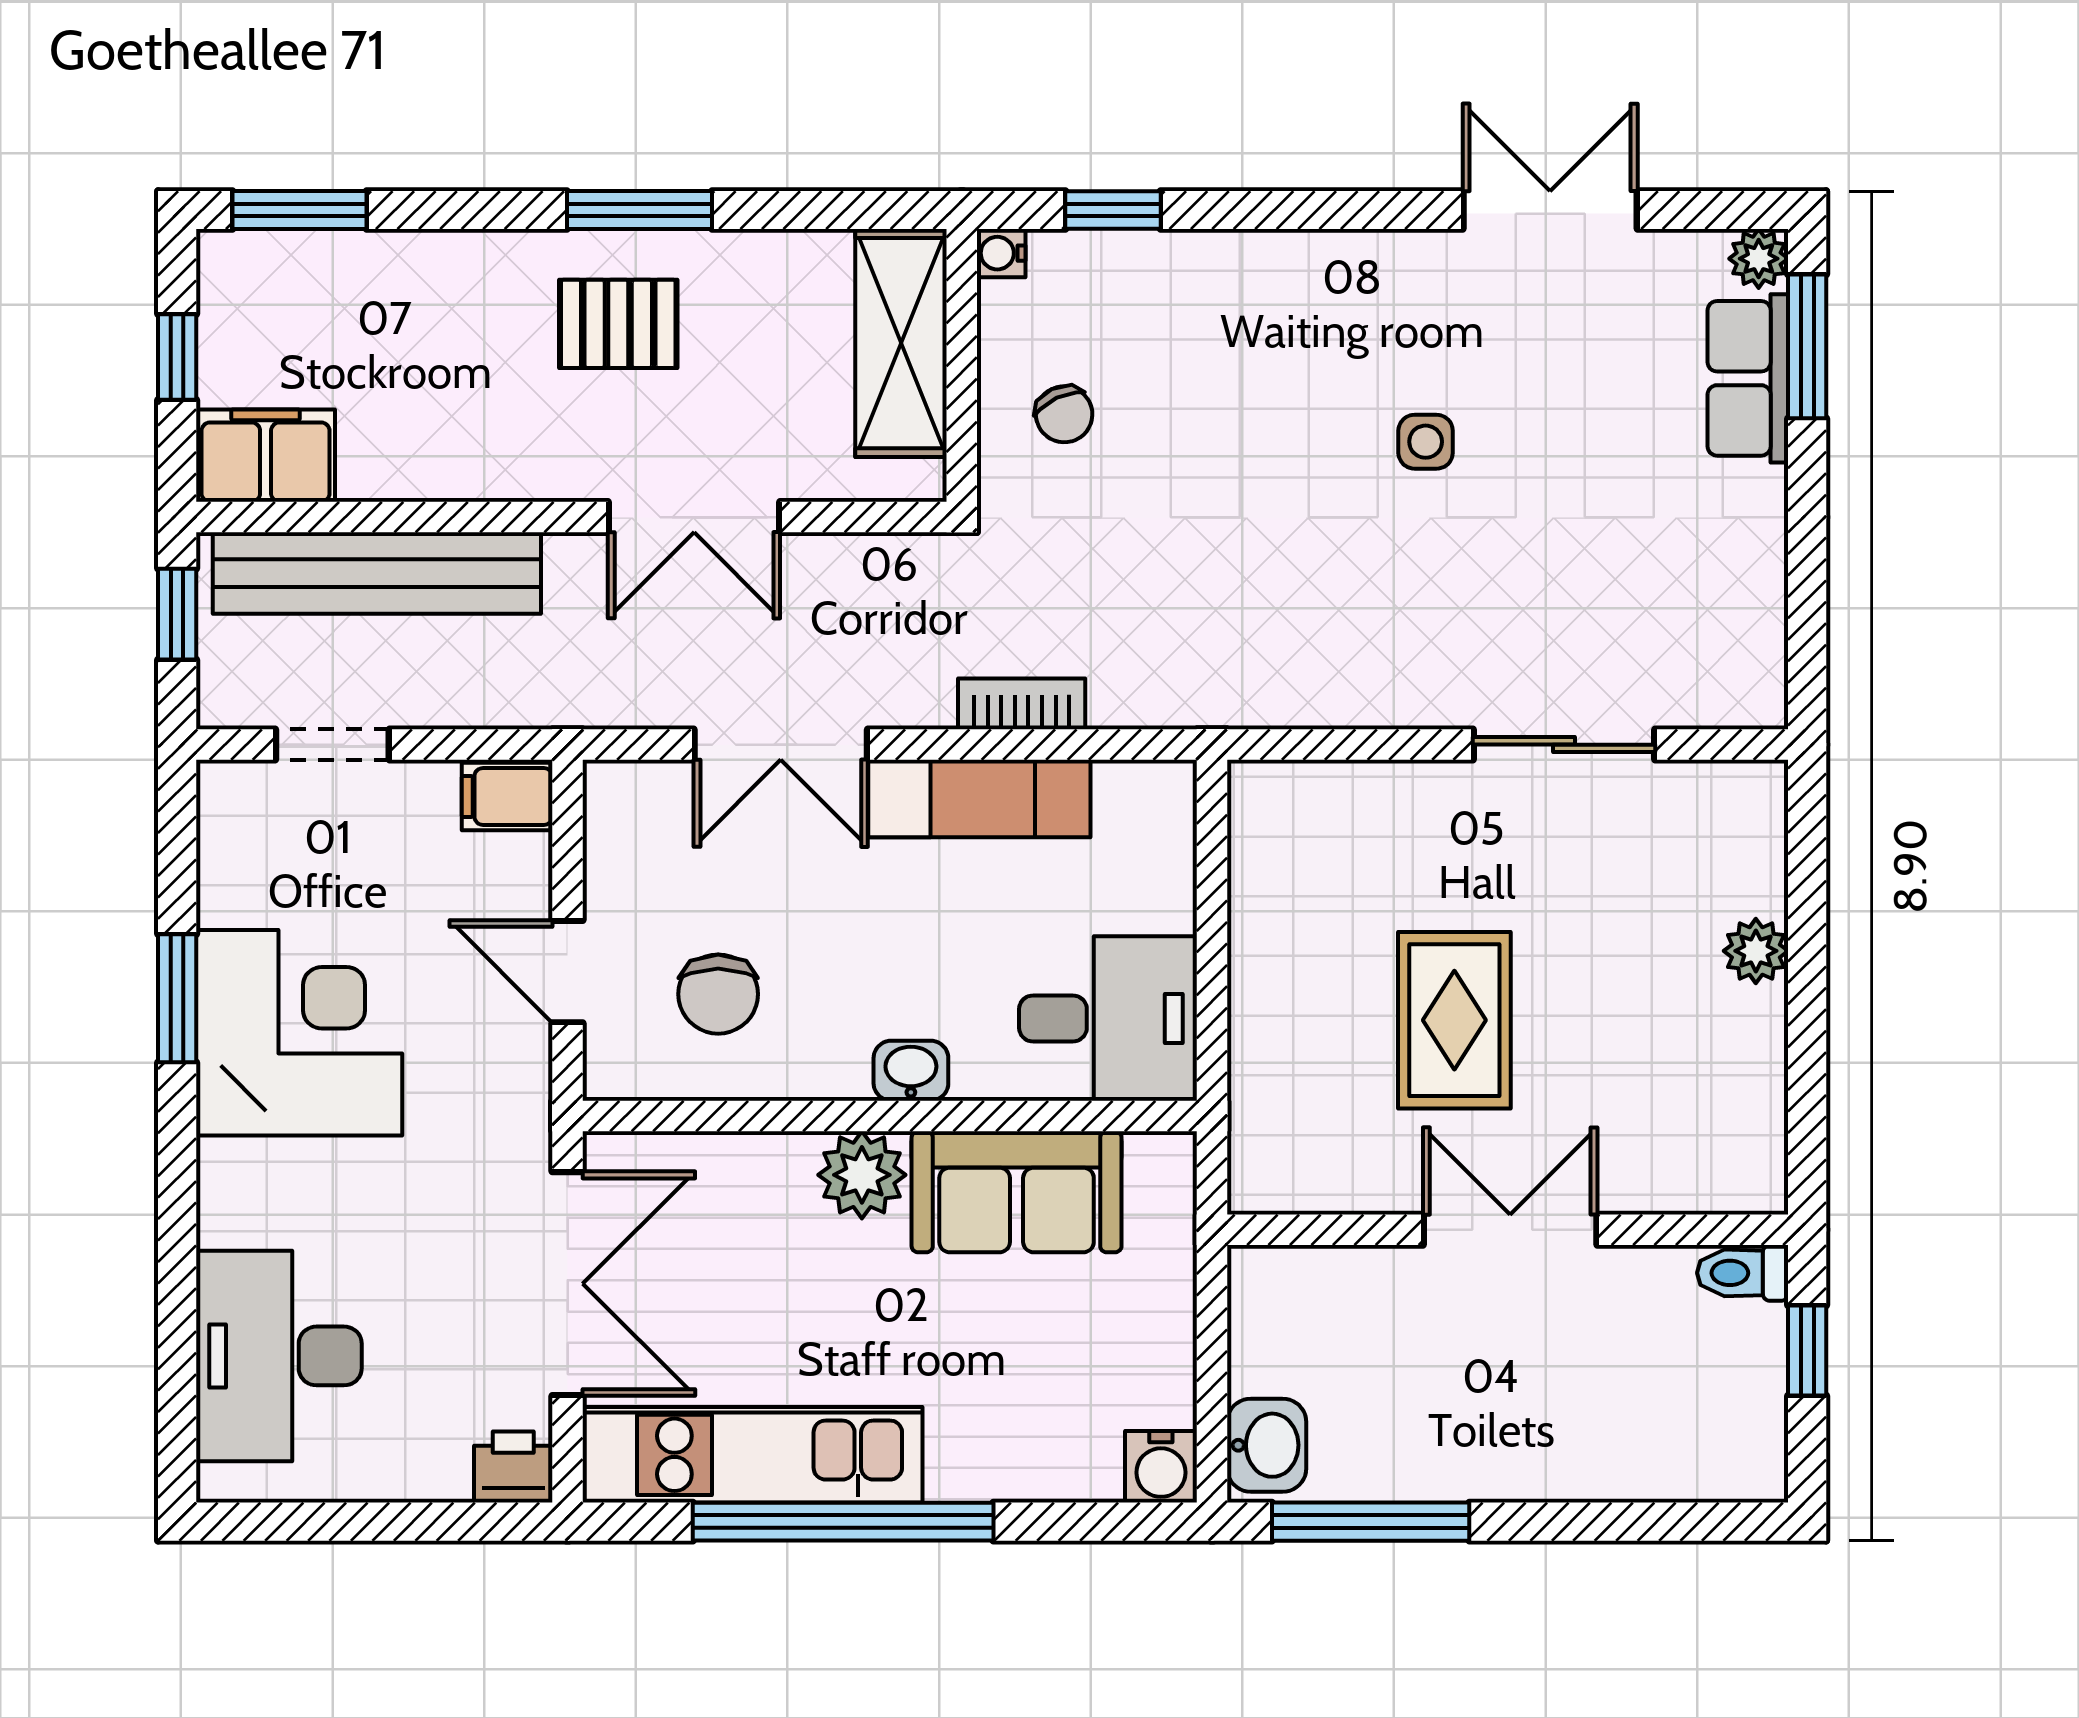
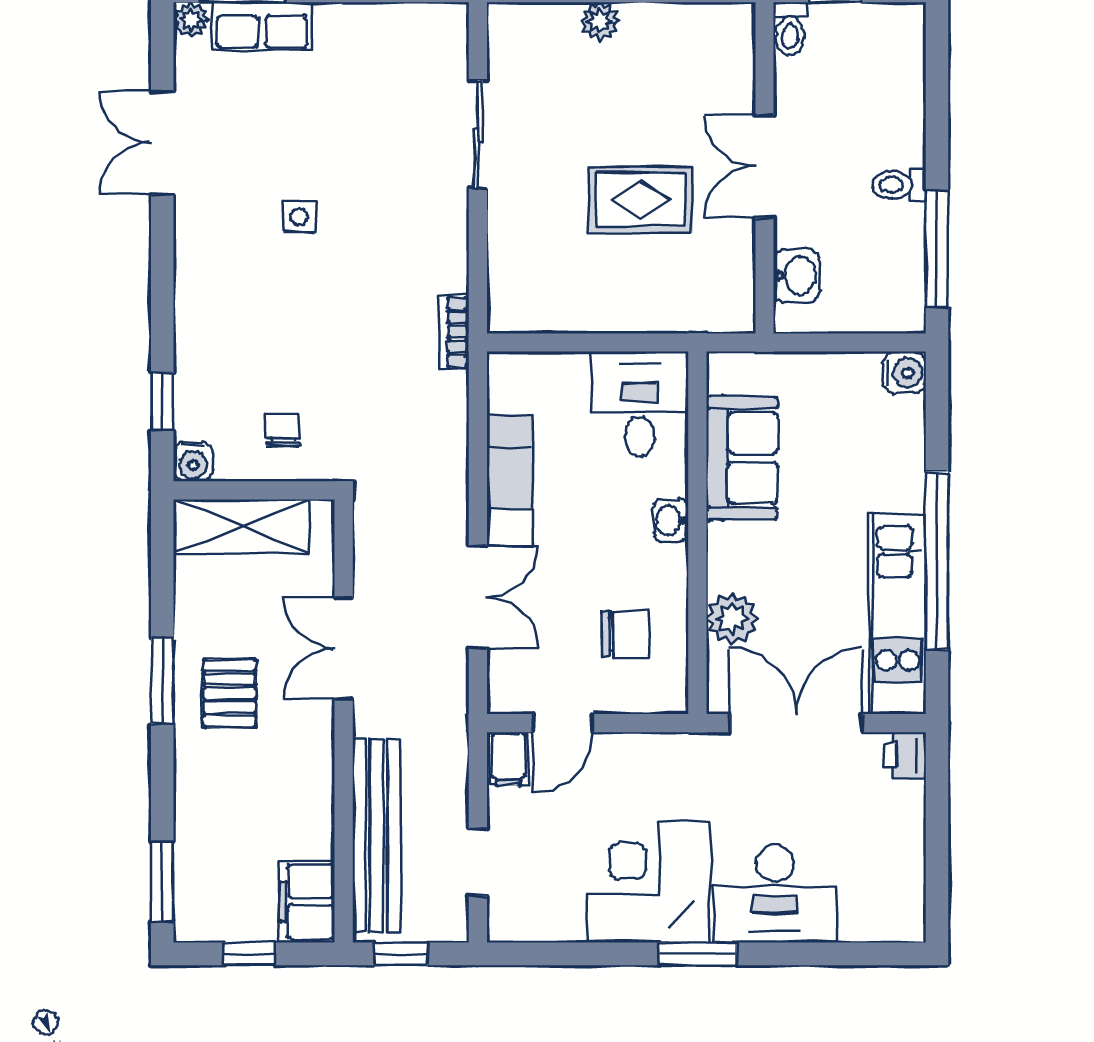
water cooler: (1001, 253) -> (193, 462), width x1.38, depth x1.38
chair: (1064, 414) -> (283, 430), turned -65
double door: (694, 517) -> (344, 648), swing flipped
bookcase: (1022, 704) -> (454, 332), moved
door: (568, 972) -> (563, 723), moved
window: (177, 998) -> (697, 954), moved
plant: (862, 1175) -> (732, 618), moved
desk: (279, 1356) -> (775, 894), moved
washbasin: (1267, 1445) -> (797, 276), moved, turned 90
toilet: (1479, 1457) -> (899, 185), added

